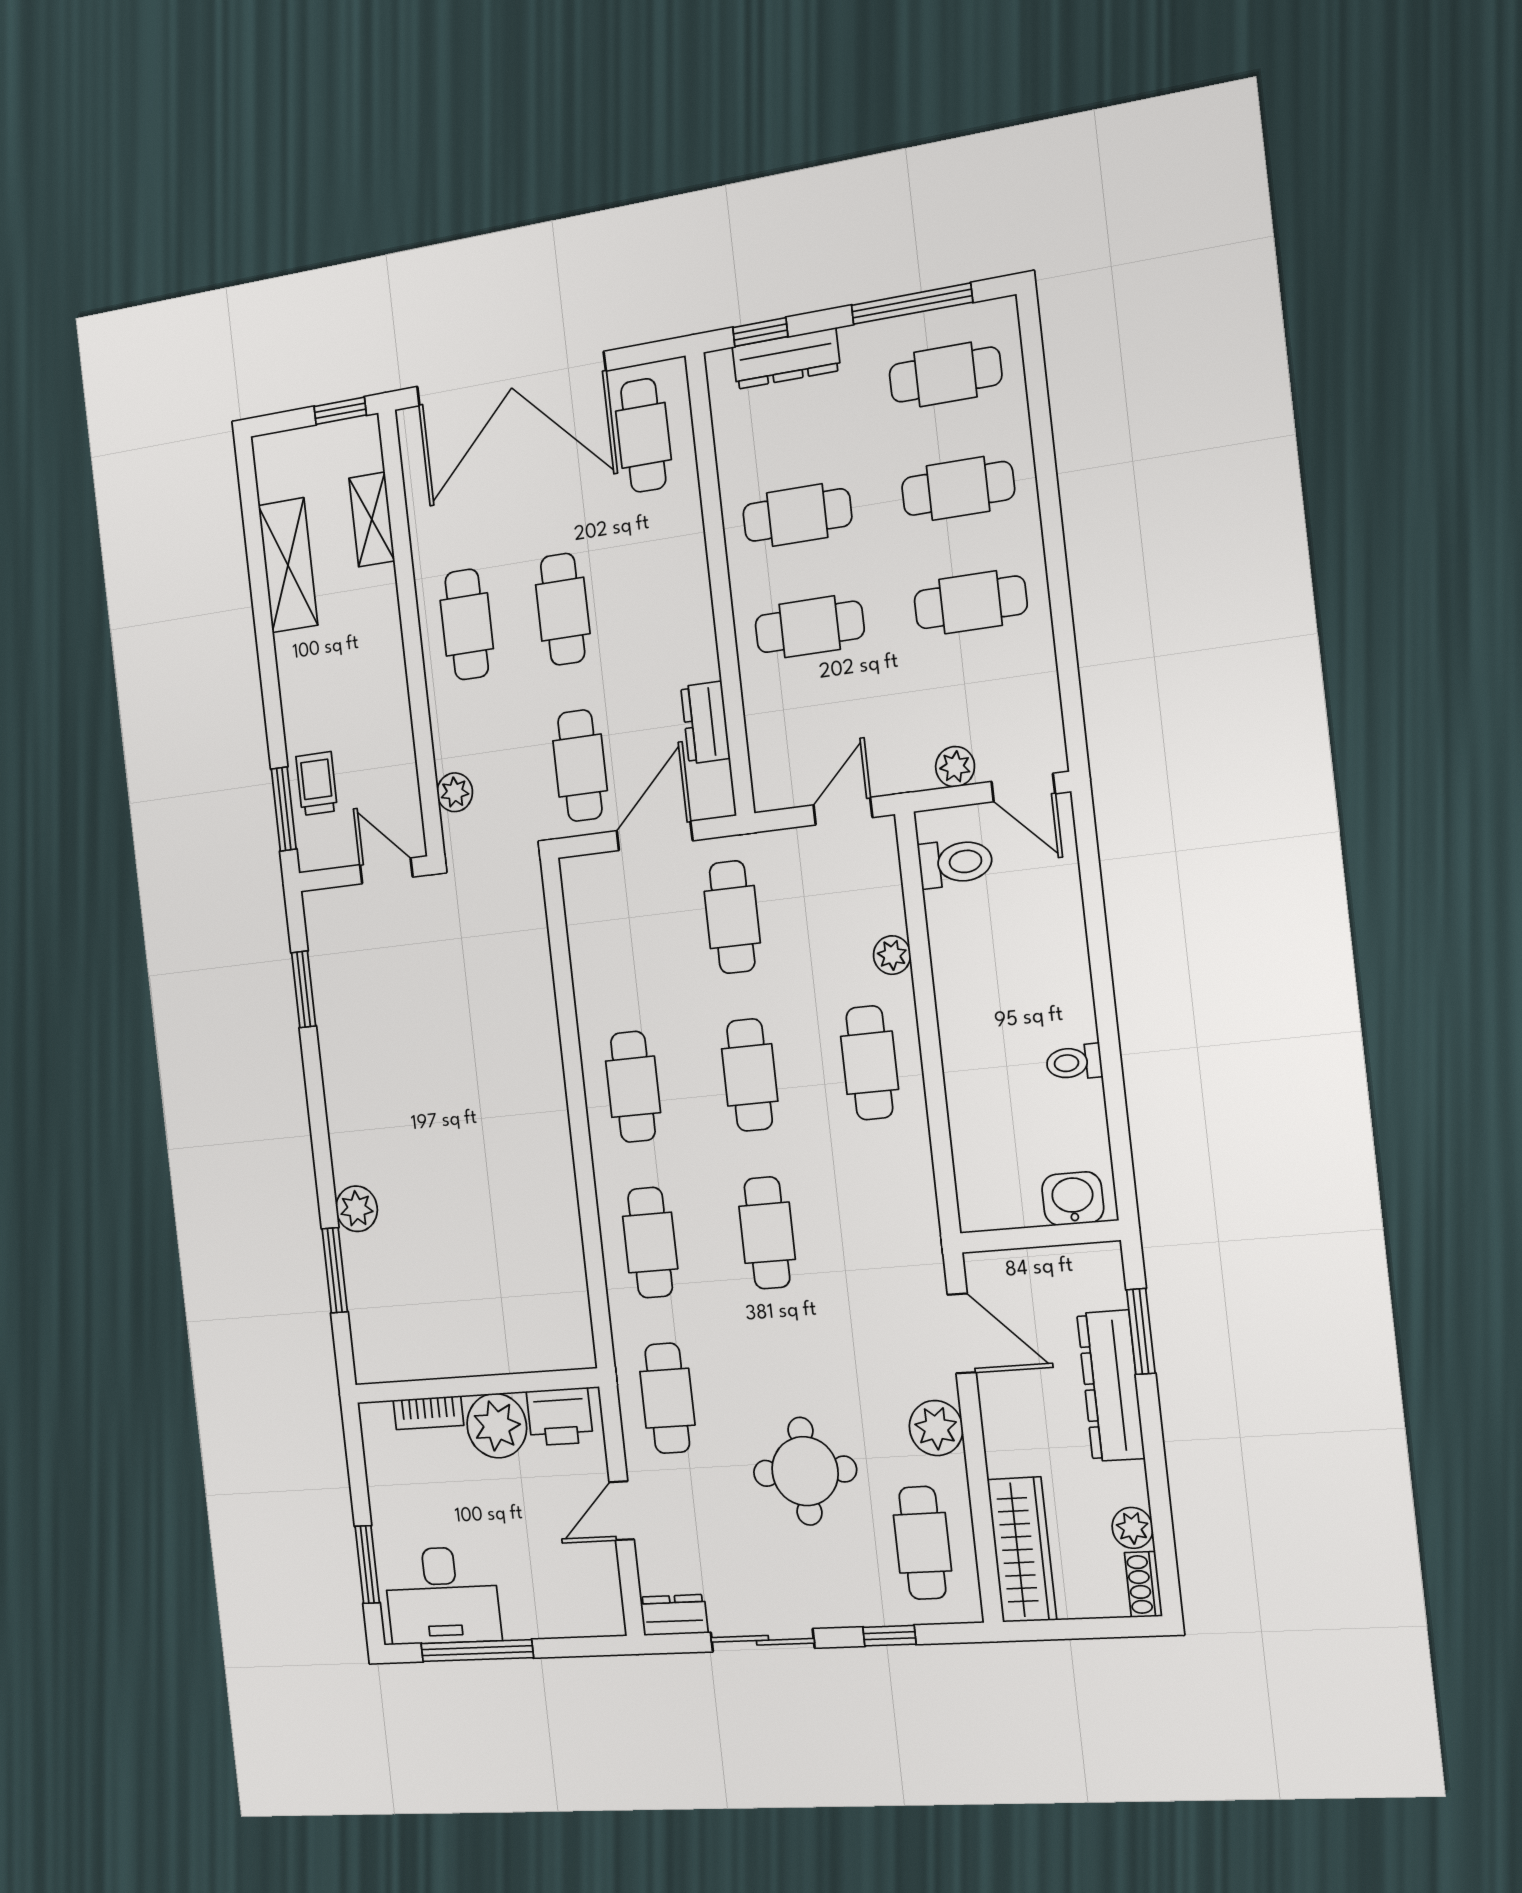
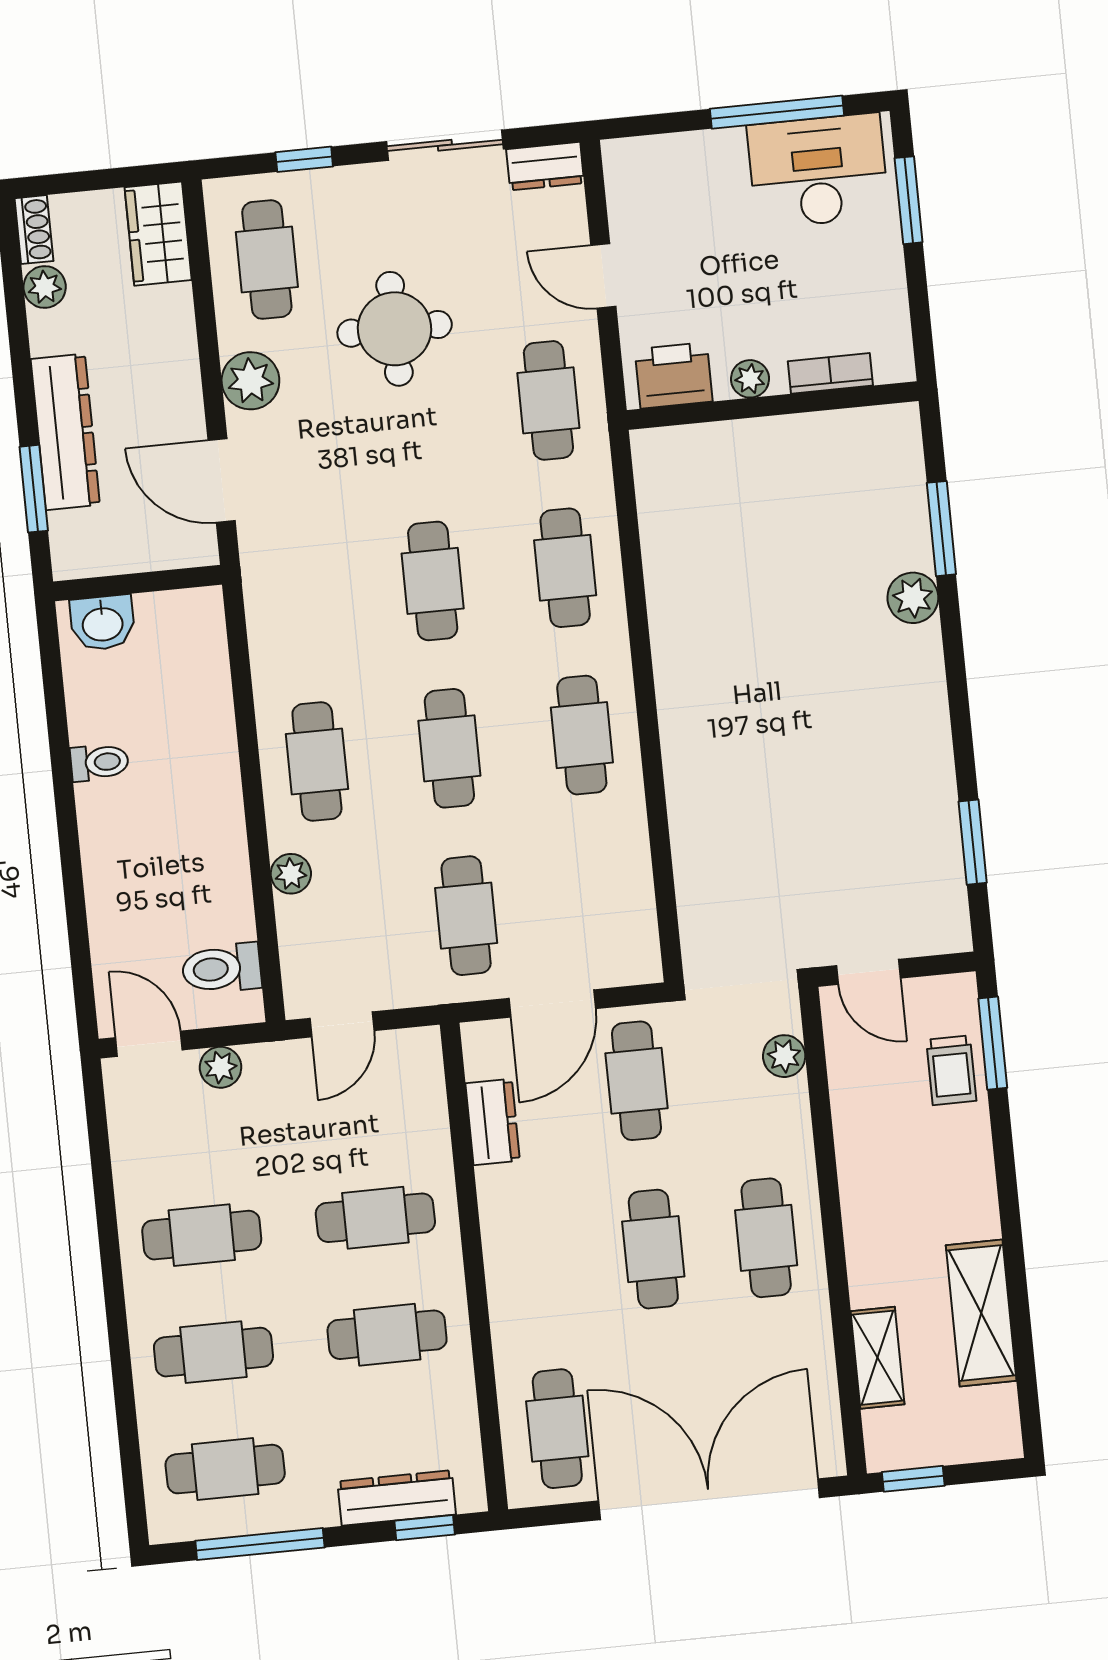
plant: (497, 1426) -> (750, 379), width x0.53, depth x0.53
door: (622, 1511) -> (603, 276), swing flipped
wardrobe: (1022, 1550) -> (158, 234), width x0.67

